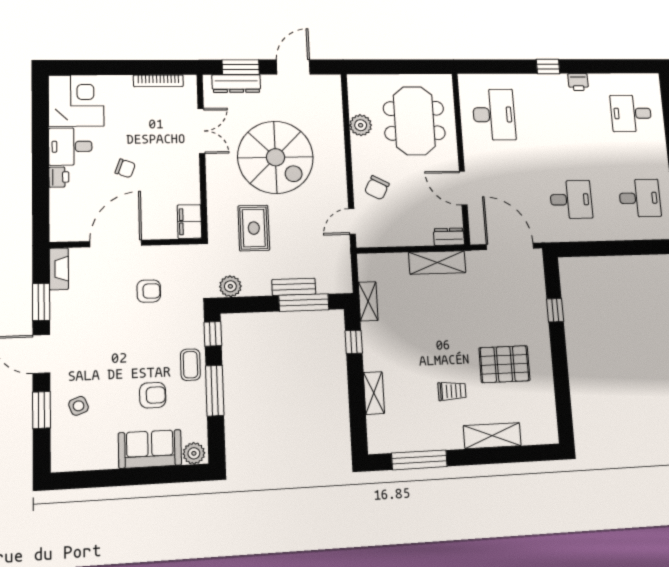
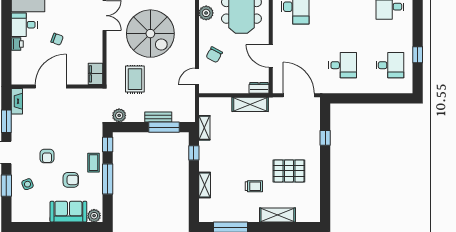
armchair: (149, 291) -> (47, 156), moved, turned 90

